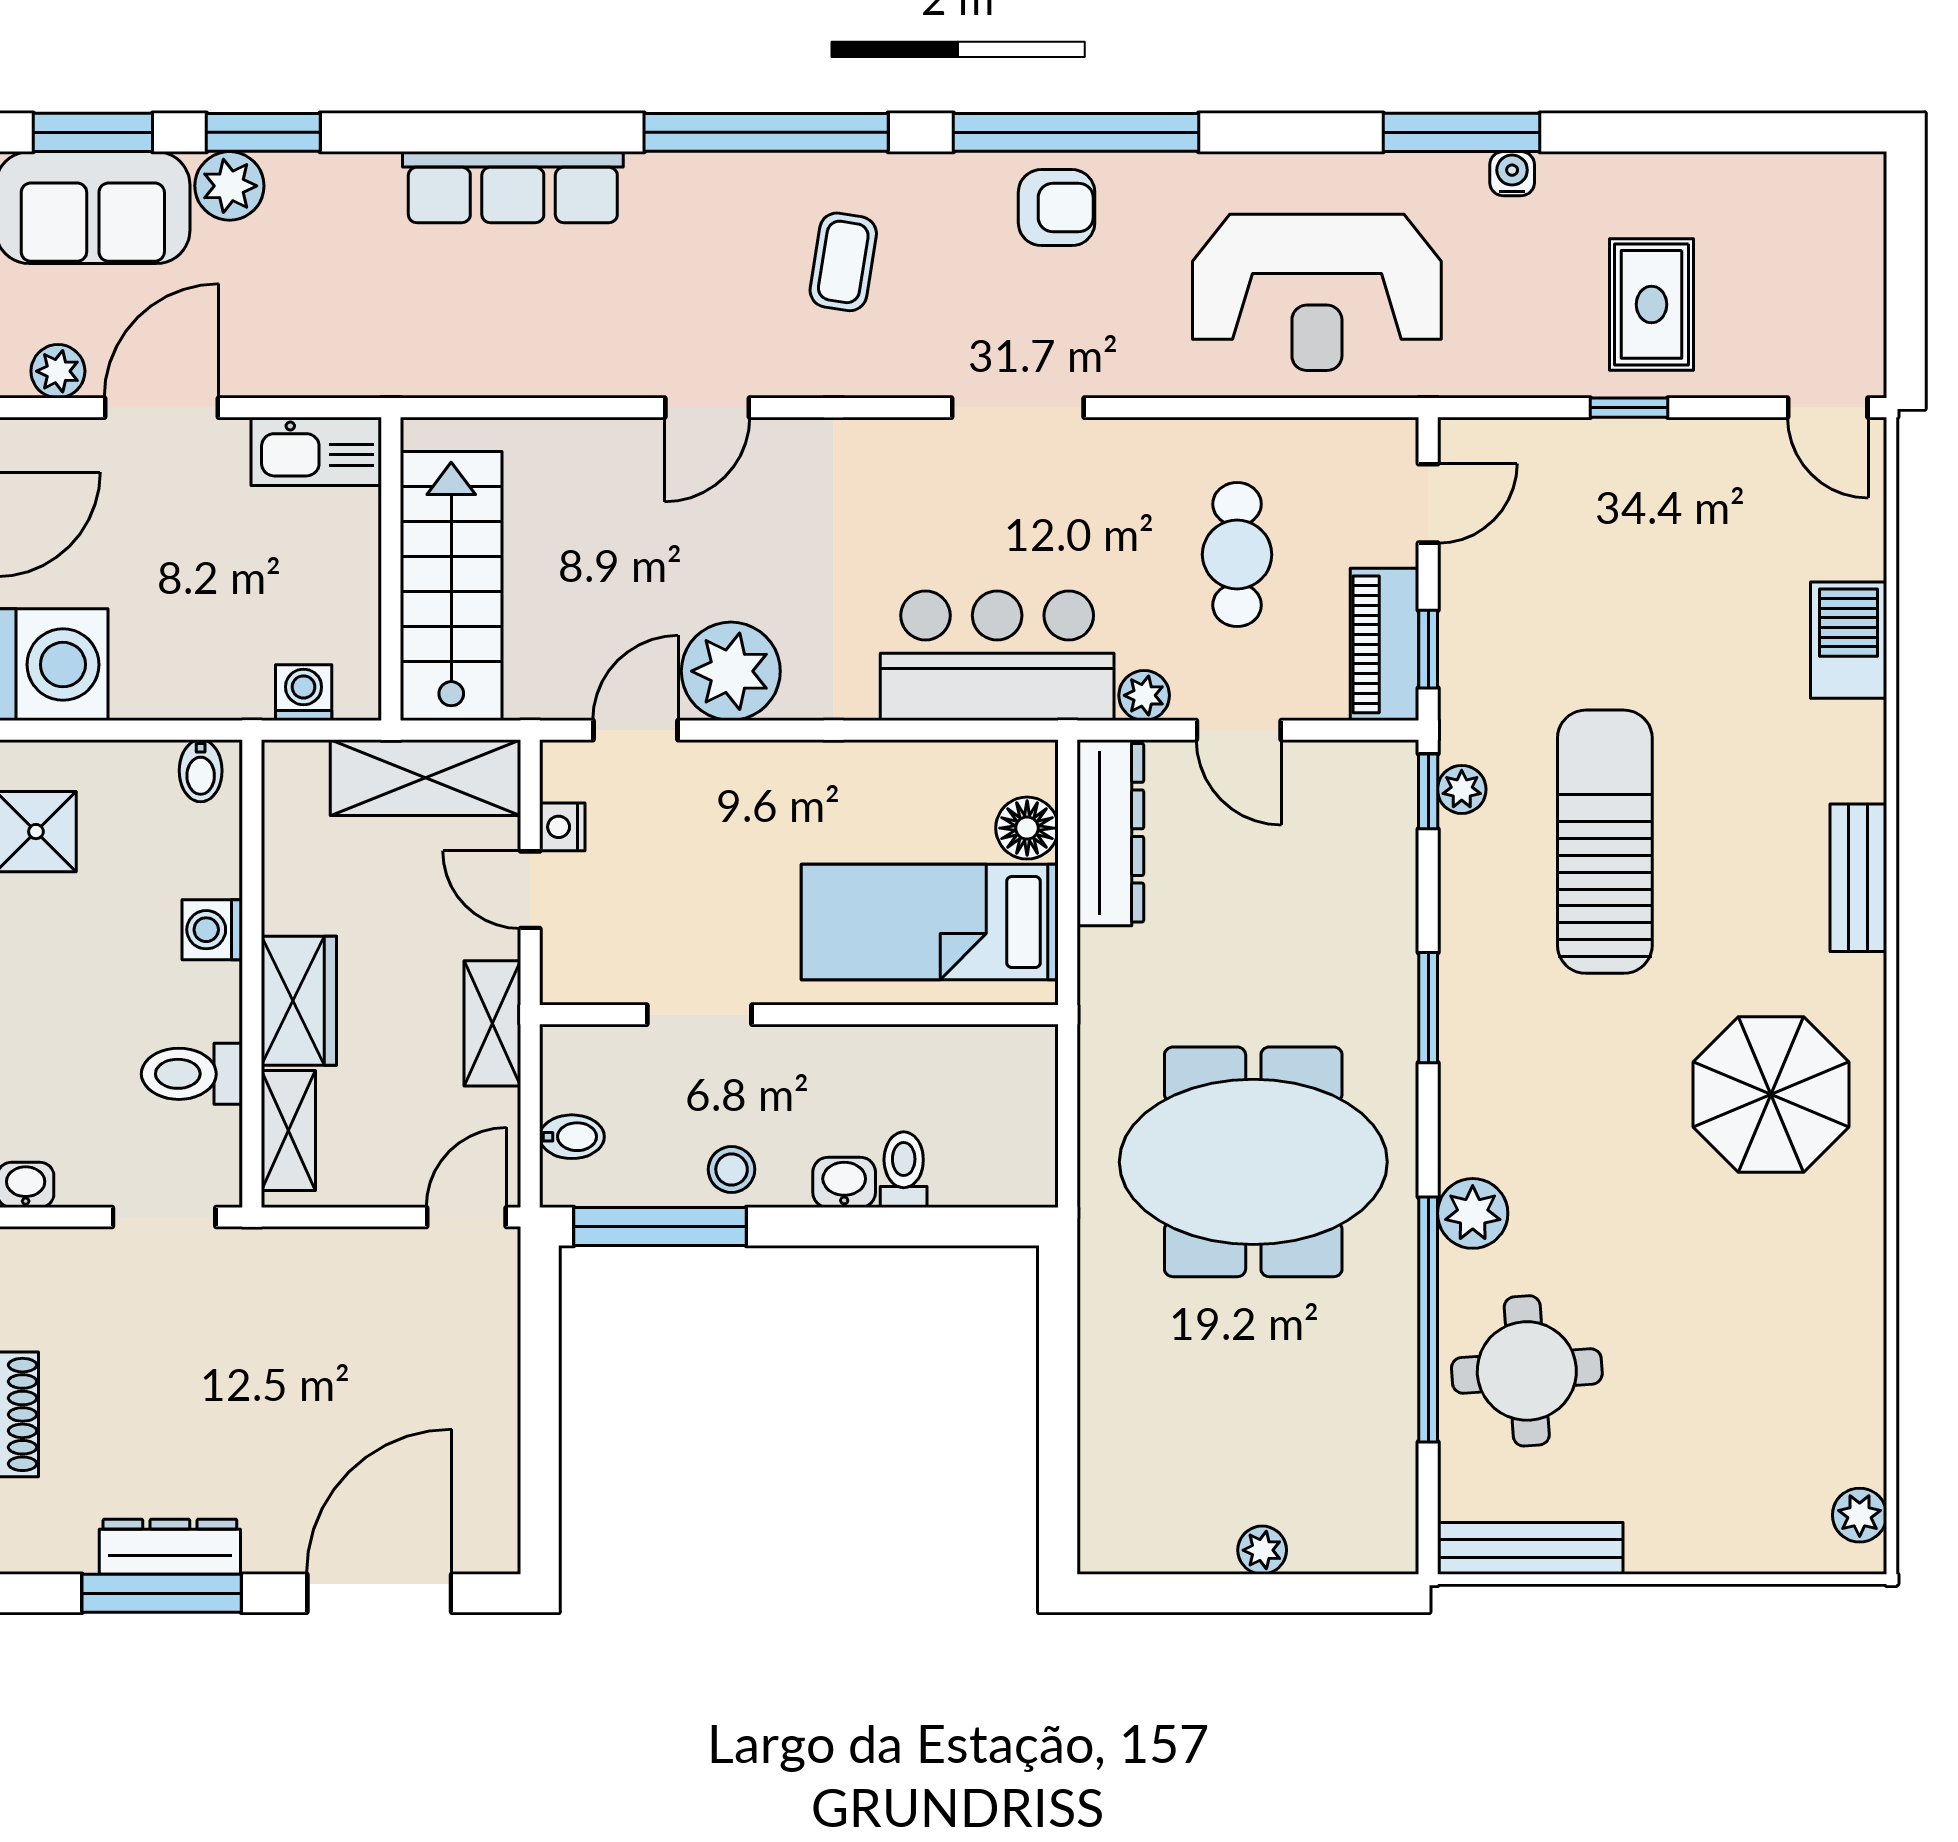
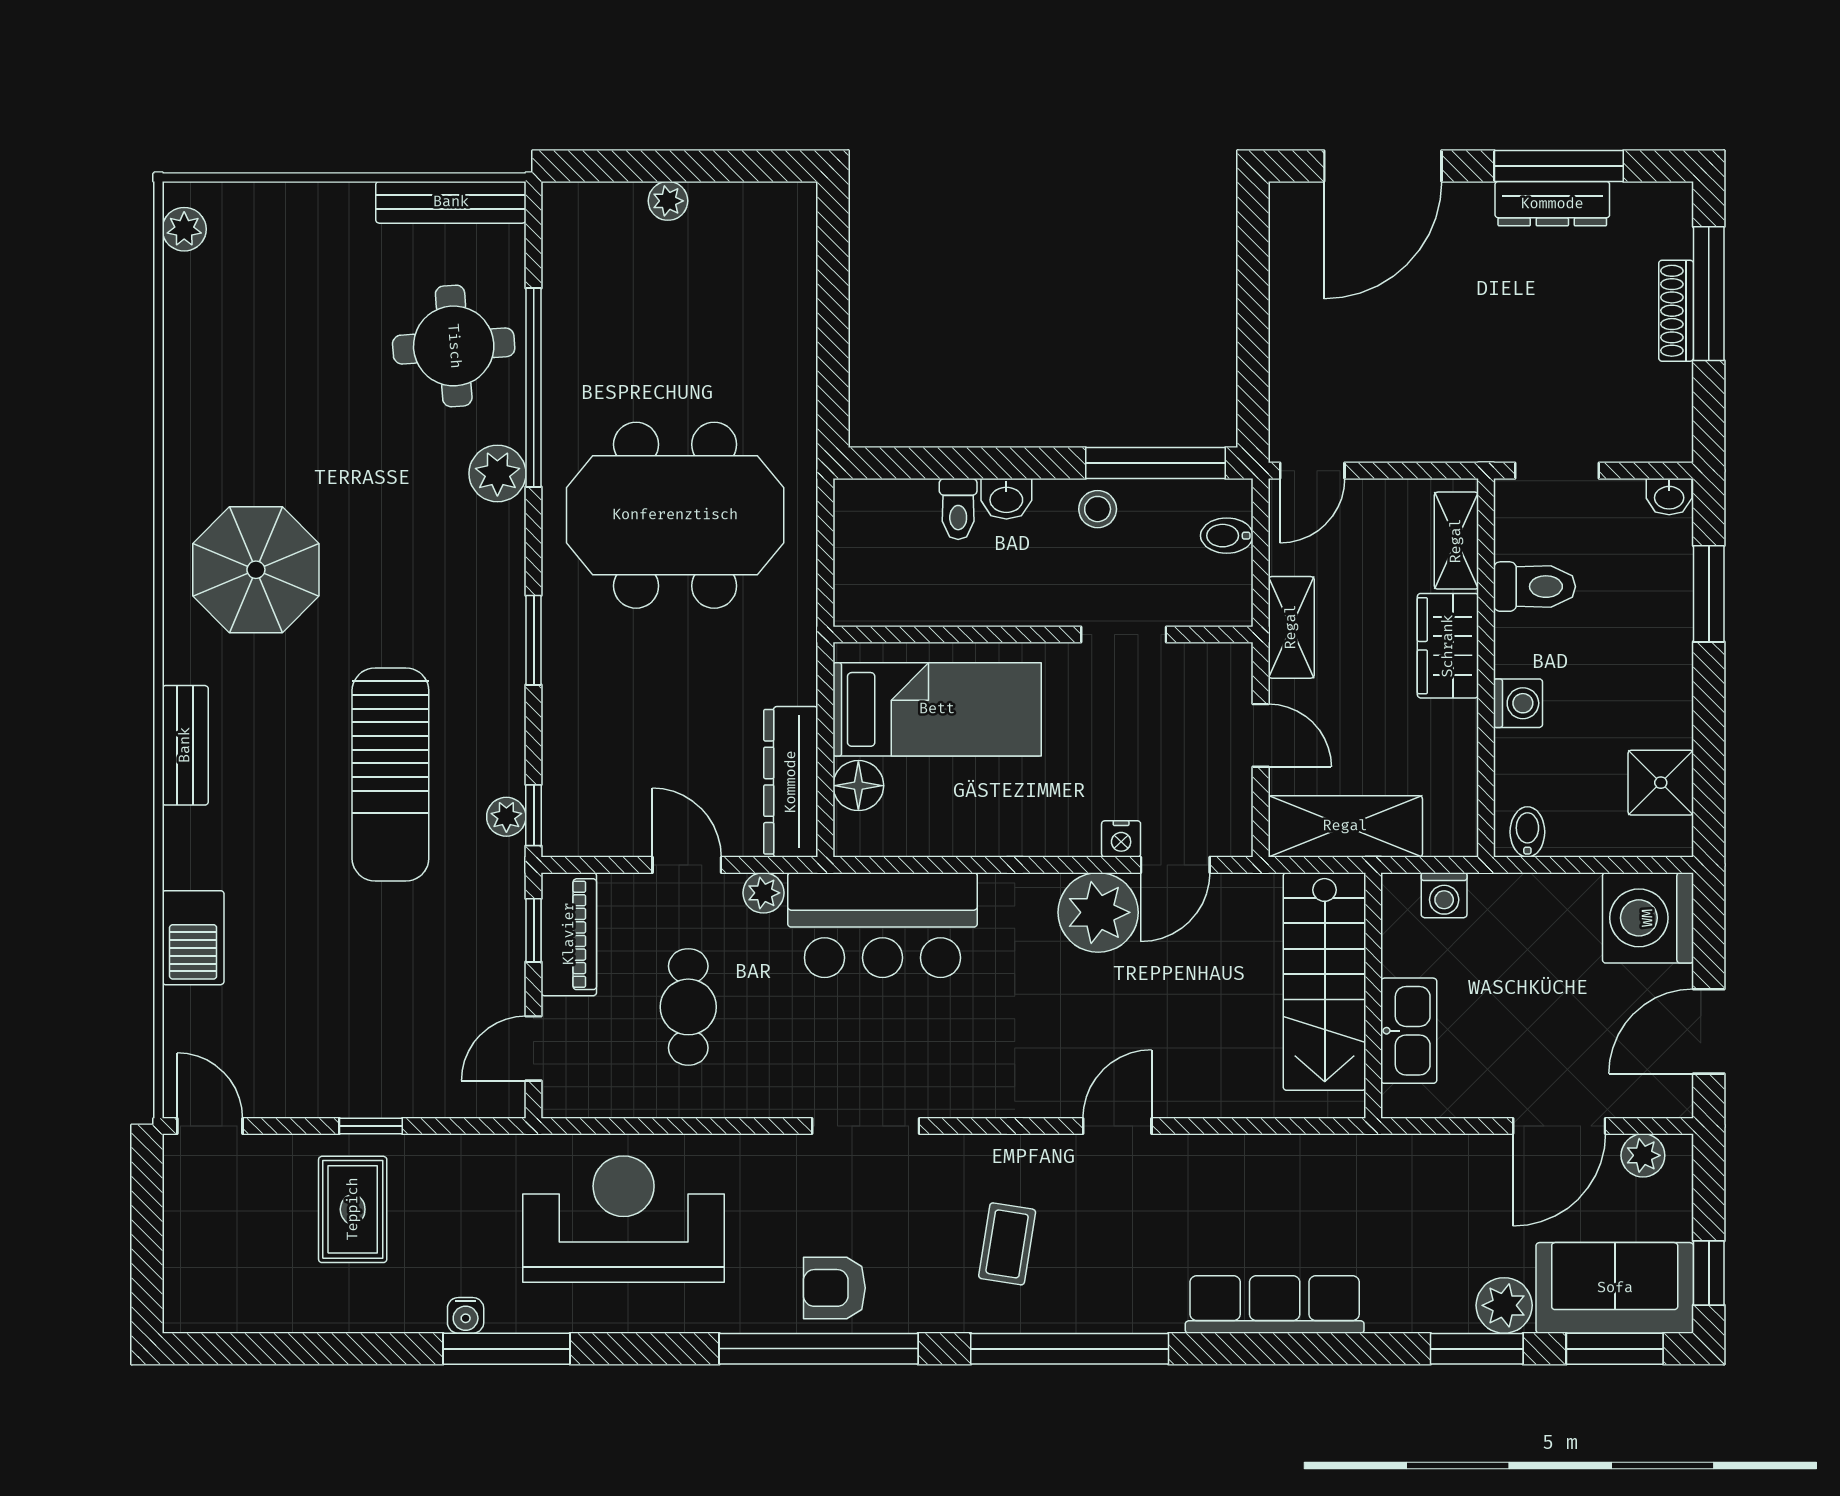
kitchen sink: (316, 451) -> (1409, 1031), moved, turned 90
nightstand: (562, 827) -> (1121, 839), moved, turned 90

